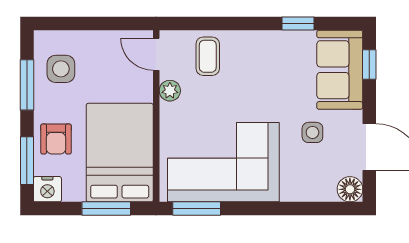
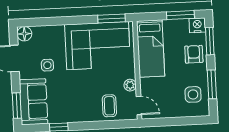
window: (369, 65) -> (17, 106), width x1.50
bed: (120, 153) -> (151, 49), width x0.67
window: (106, 209) -> (180, 15), moved

